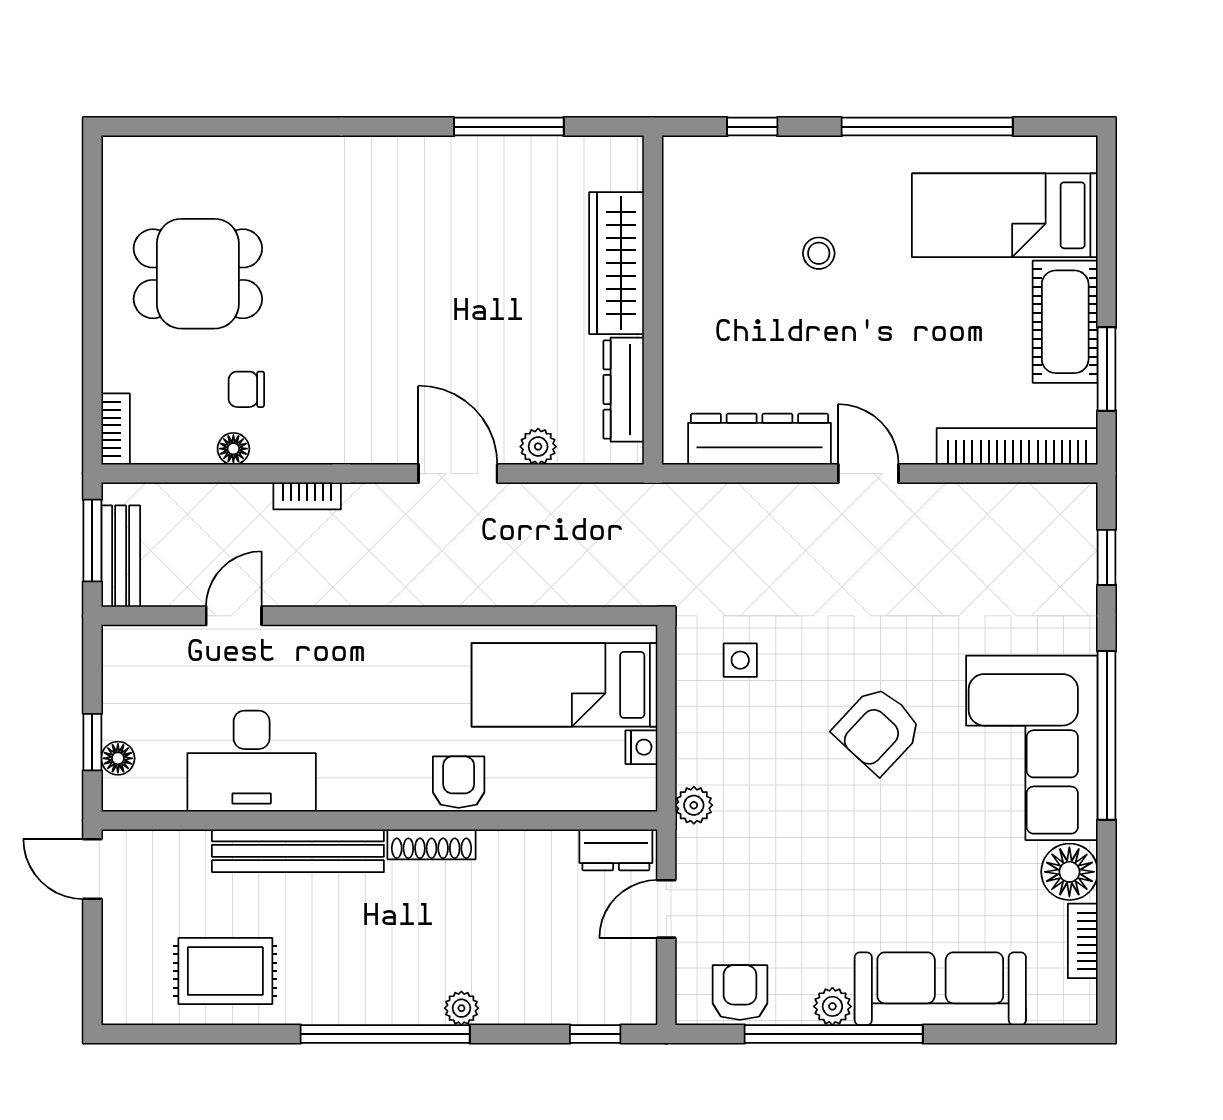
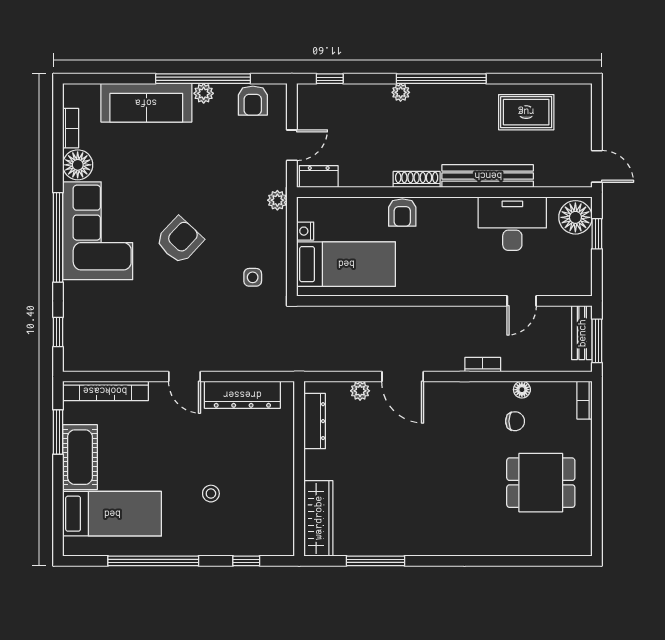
wardrobe: (617, 263) -> (318, 518), moved
floor lamp: (118, 758) -> (575, 217), width x1.89, depth x1.89

